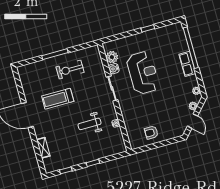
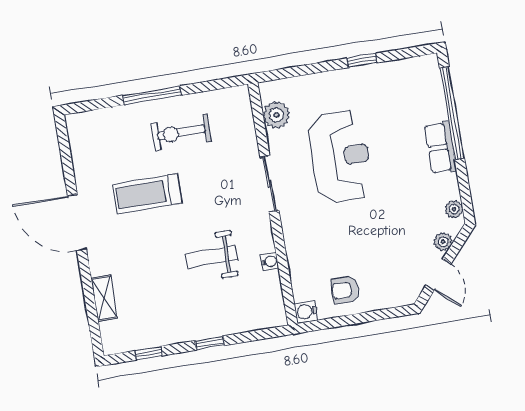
water cooler: (114, 69) -> (306, 312), moved

